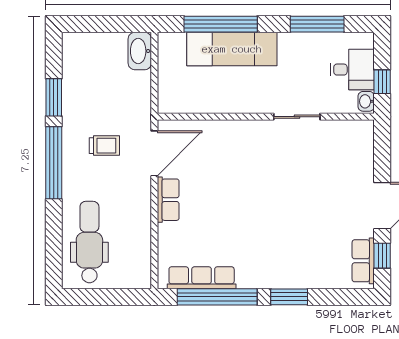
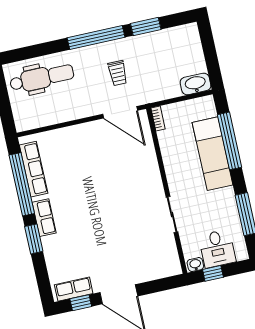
bookcase: (173, 108) -> (158, 118), added
row of seats: (168, 200) -> (44, 218), moved, turned -90

